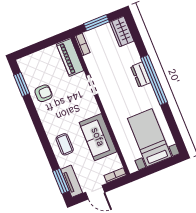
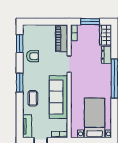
dresser: (141, 75) -> (106, 55), moved
sofa: (98, 137) -> (58, 97), width x1.36
window: (61, 181) -> (20, 83), moved

